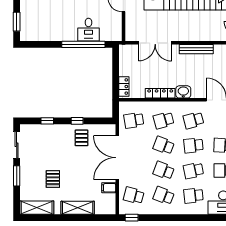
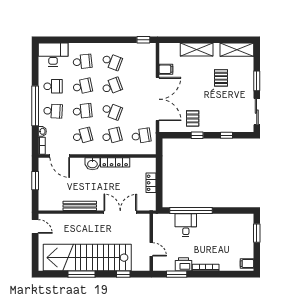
locker: (124, 87) -> (151, 183), moved
school desk: (164, 171) -> (112, 86), turned -42
school desk: (134, 196) -> (141, 62), removed

